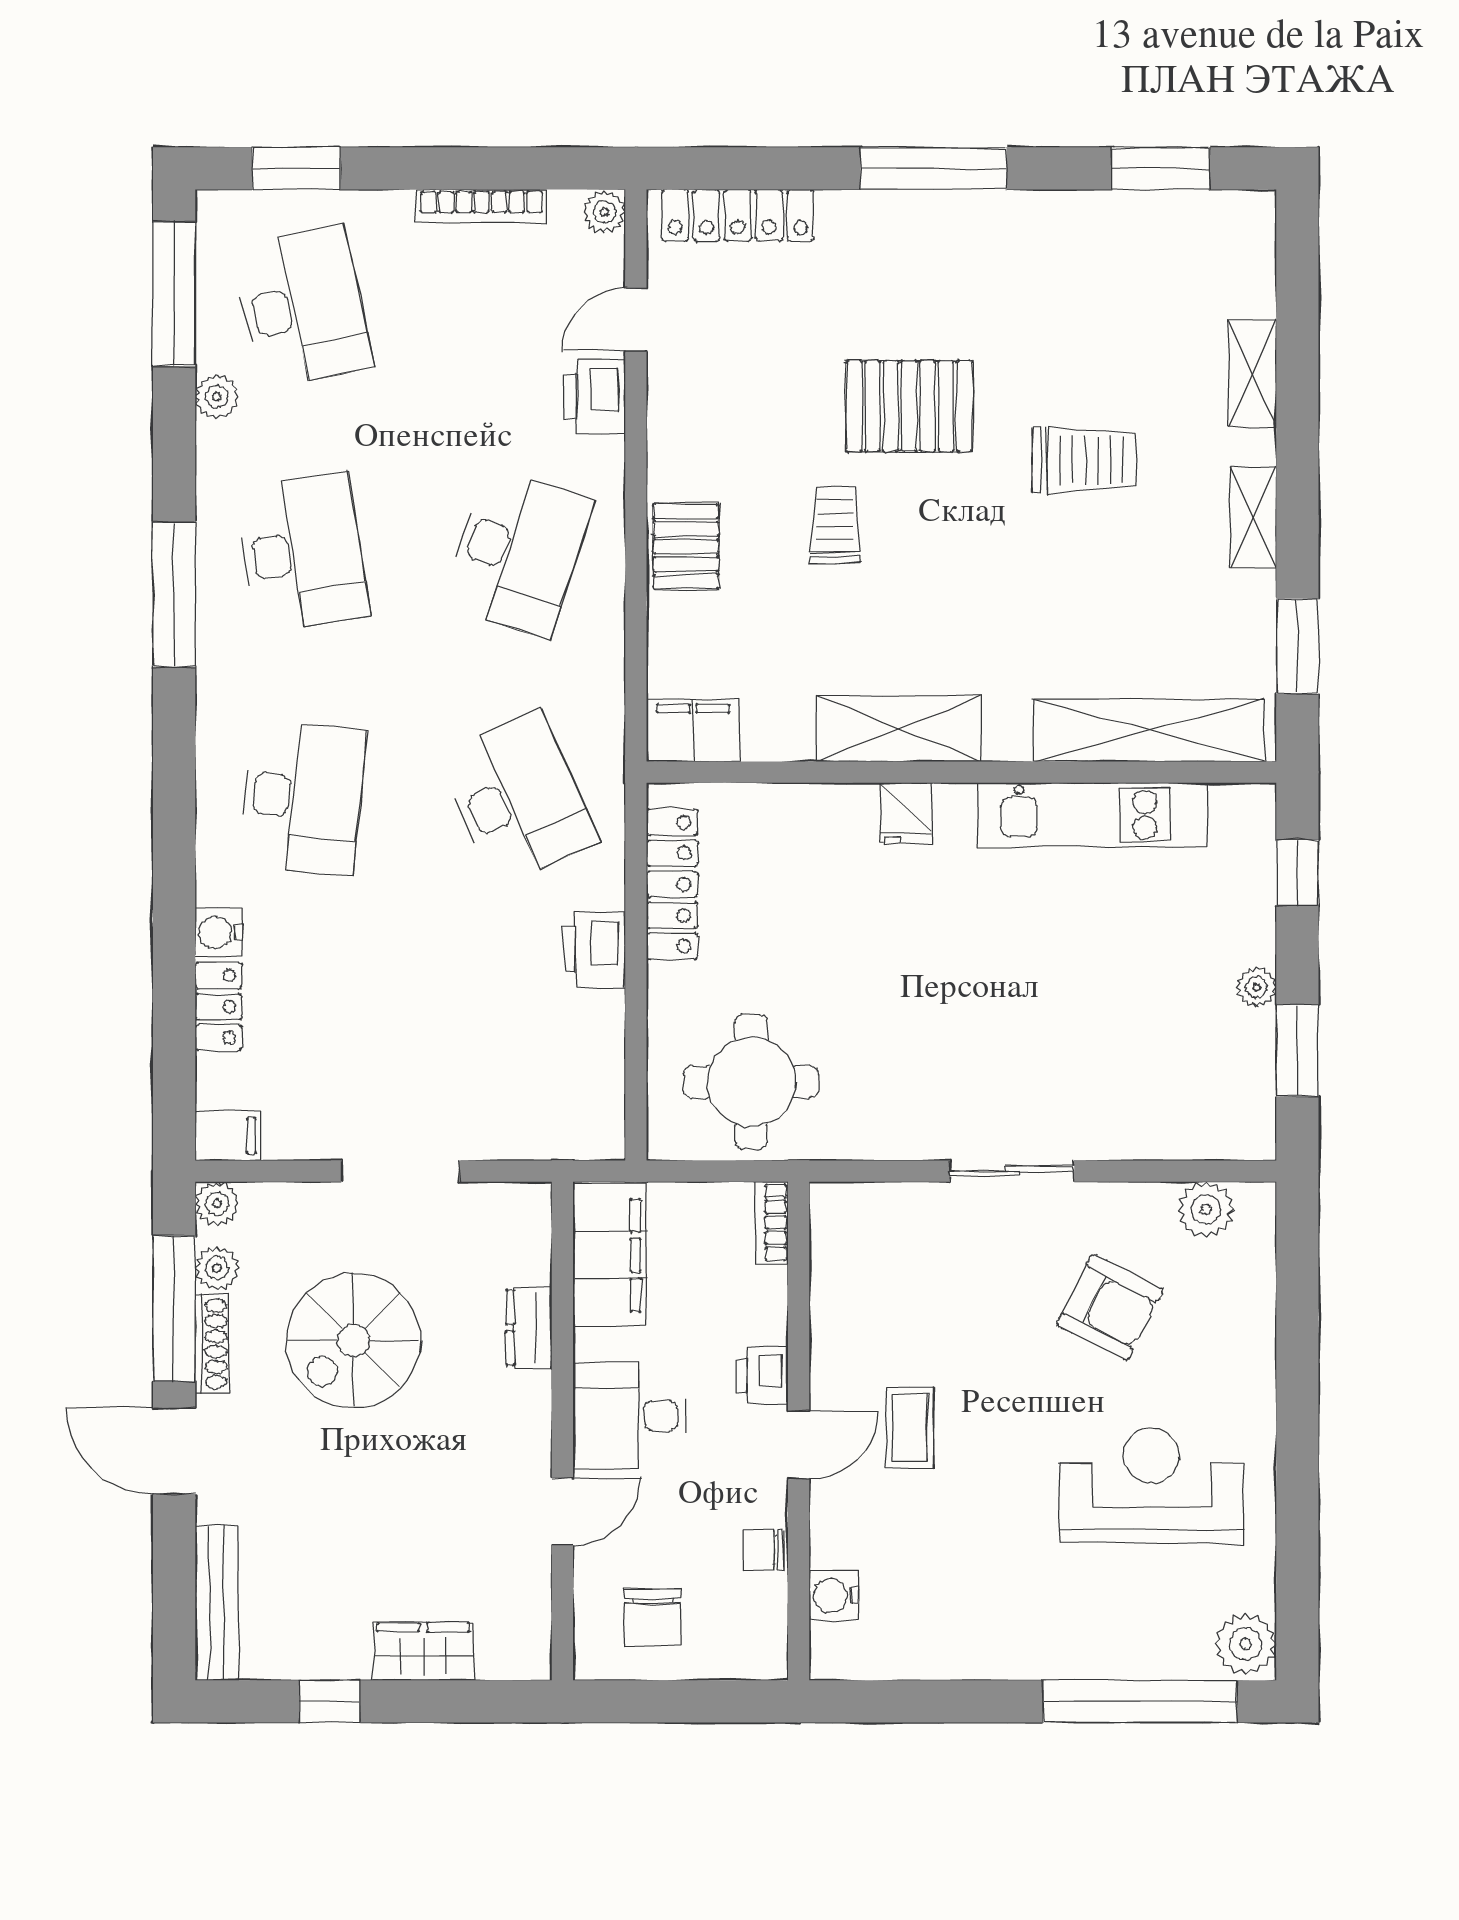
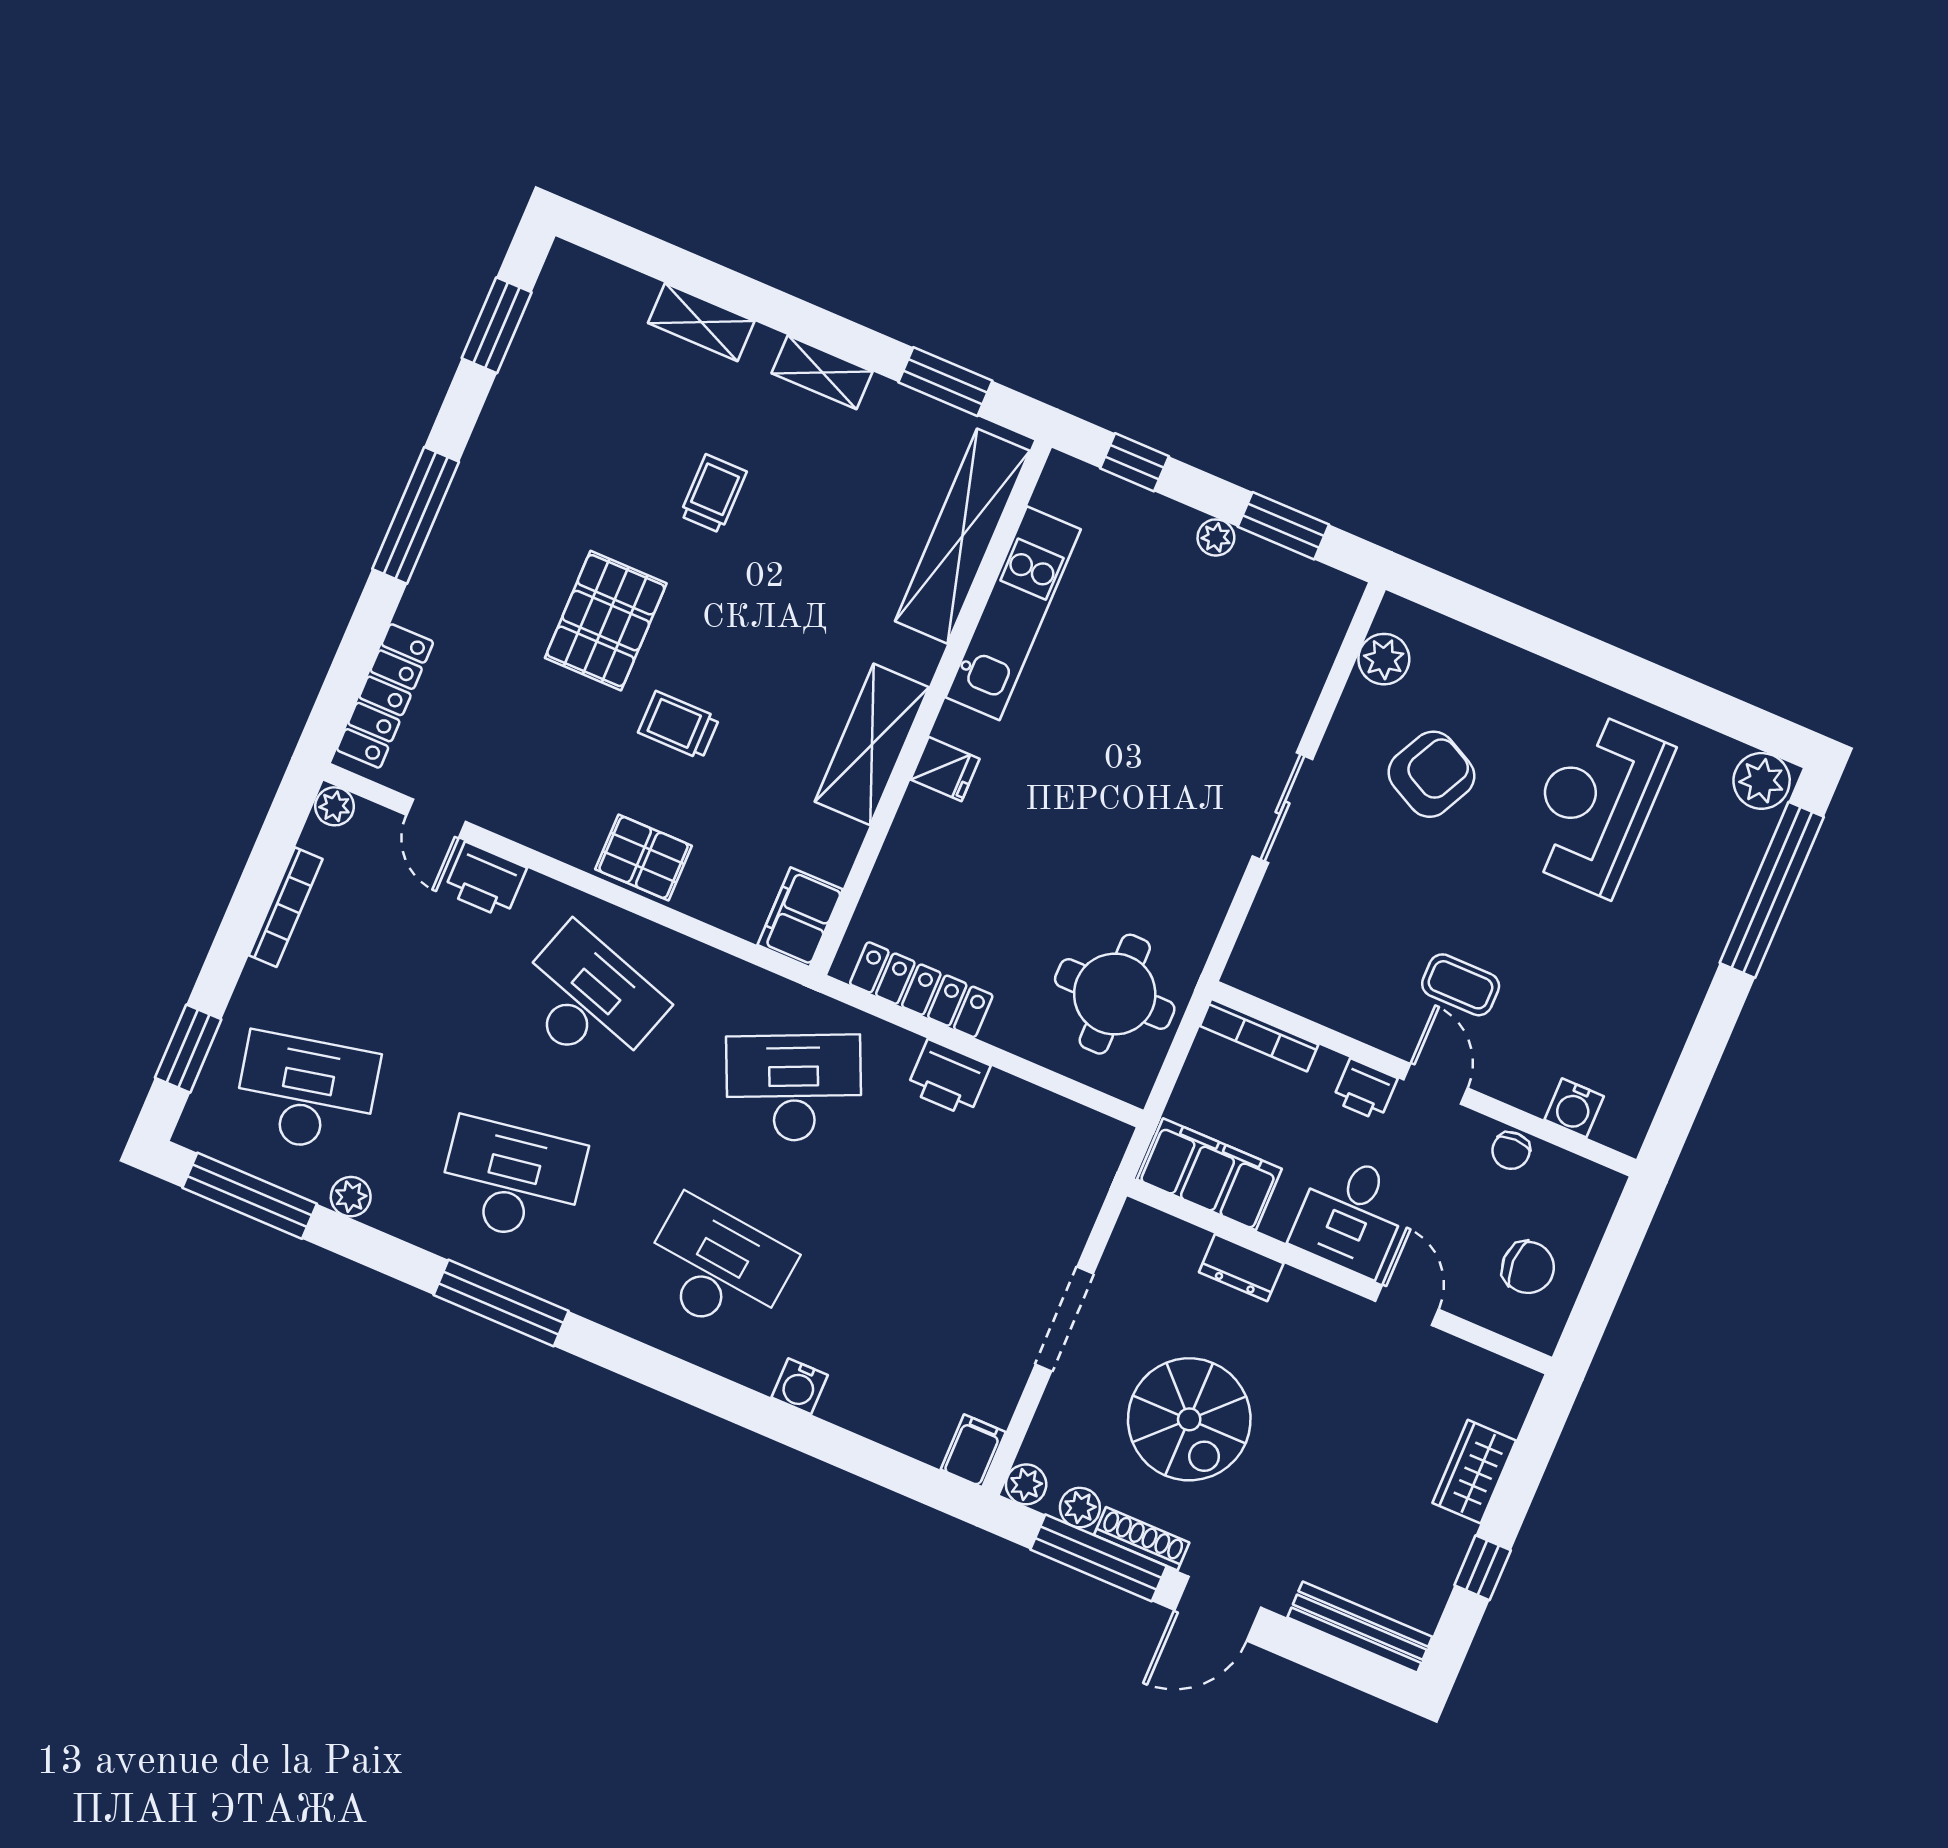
trolley: (1084, 460) -> (713, 494), width x0.73, depth x0.72
locker: (218, 1007) -> (862, 1413), removed
bookcase: (772, 1223) -> (1259, 1035), width x1.56

